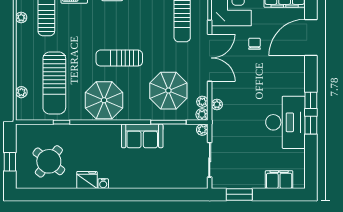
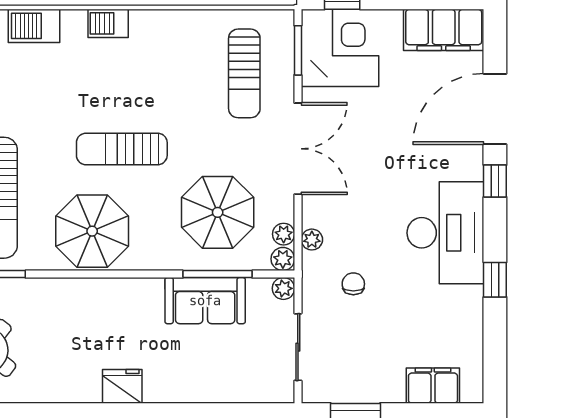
chair: (255, 44) -> (353, 284), moved
window: (311, 100) -> (495, 181), moved
desk: (285, 122) -> (445, 233), moved
sofa: (142, 136) -> (205, 301), moved
fridge: (87, 180) -> (122, 386), moved
water cooler: (103, 184) -> (91, 394), removed

